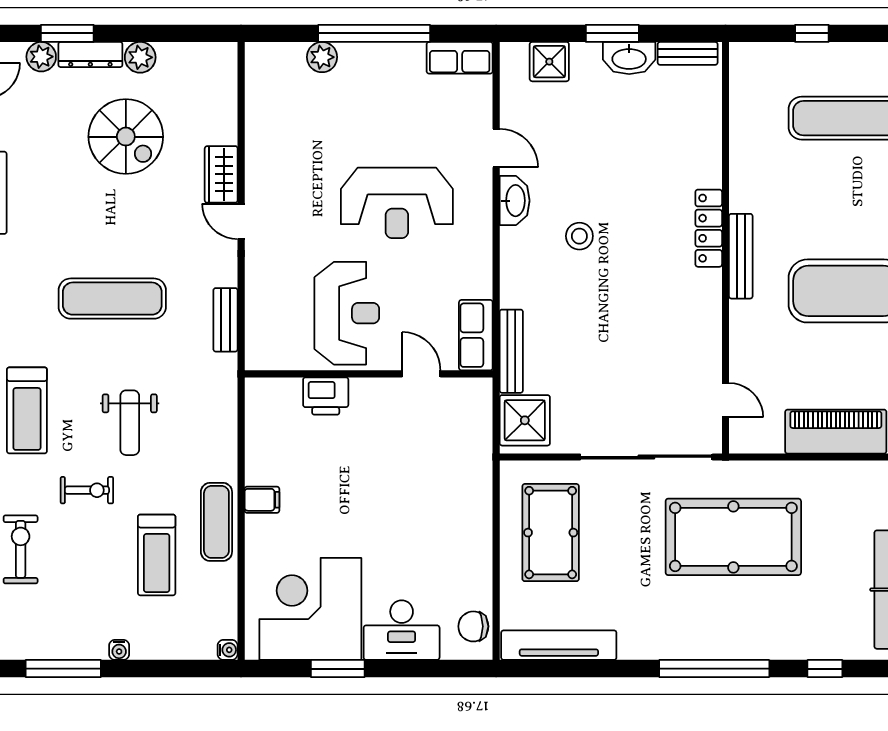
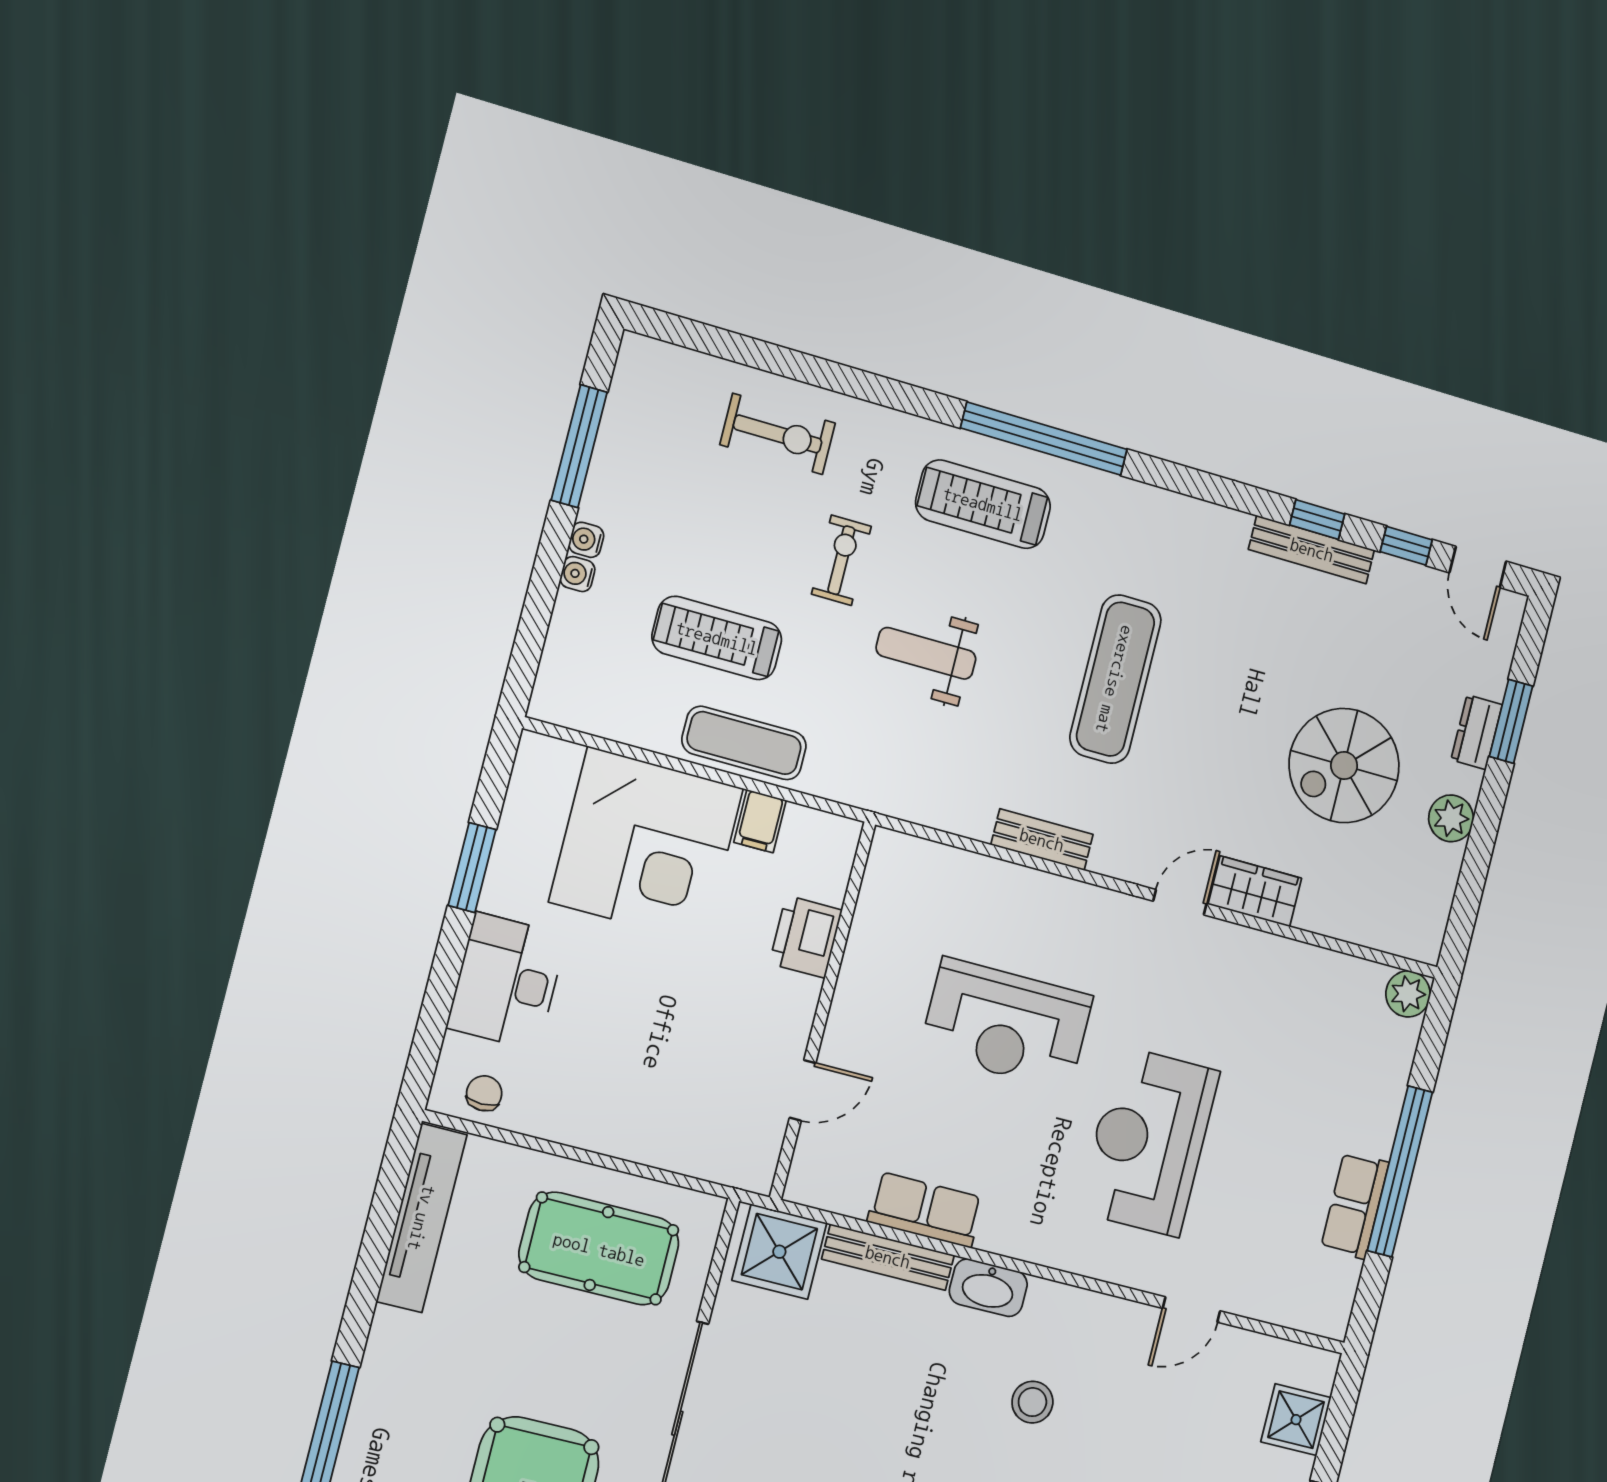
dresser: (90, 55) -> (1477, 732), width x0.70
plant: (41, 57) -> (1488, 674), removed
plant: (322, 57) -> (1408, 994), moved
row of seats: (460, 58) -> (1355, 1205), moved
washbasin: (515, 201) -> (988, 1288), moved
wall: (369, 374) -> (823, 1011), moved
door: (421, 374) -> (803, 1090), moved
printer: (326, 396) -> (806, 937), moved
exercise bike: (87, 490) -> (841, 560), turned 180
corner desk: (310, 609) -> (646, 845), moved, turned 90
chair: (473, 626) -> (484, 1093), width x0.73, depth x0.73
water cooler: (228, 650) -> (577, 574), moved, turned 90

